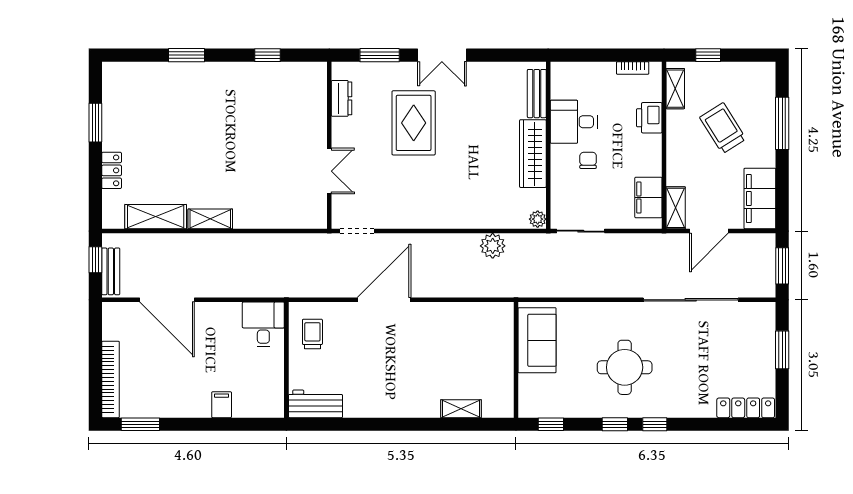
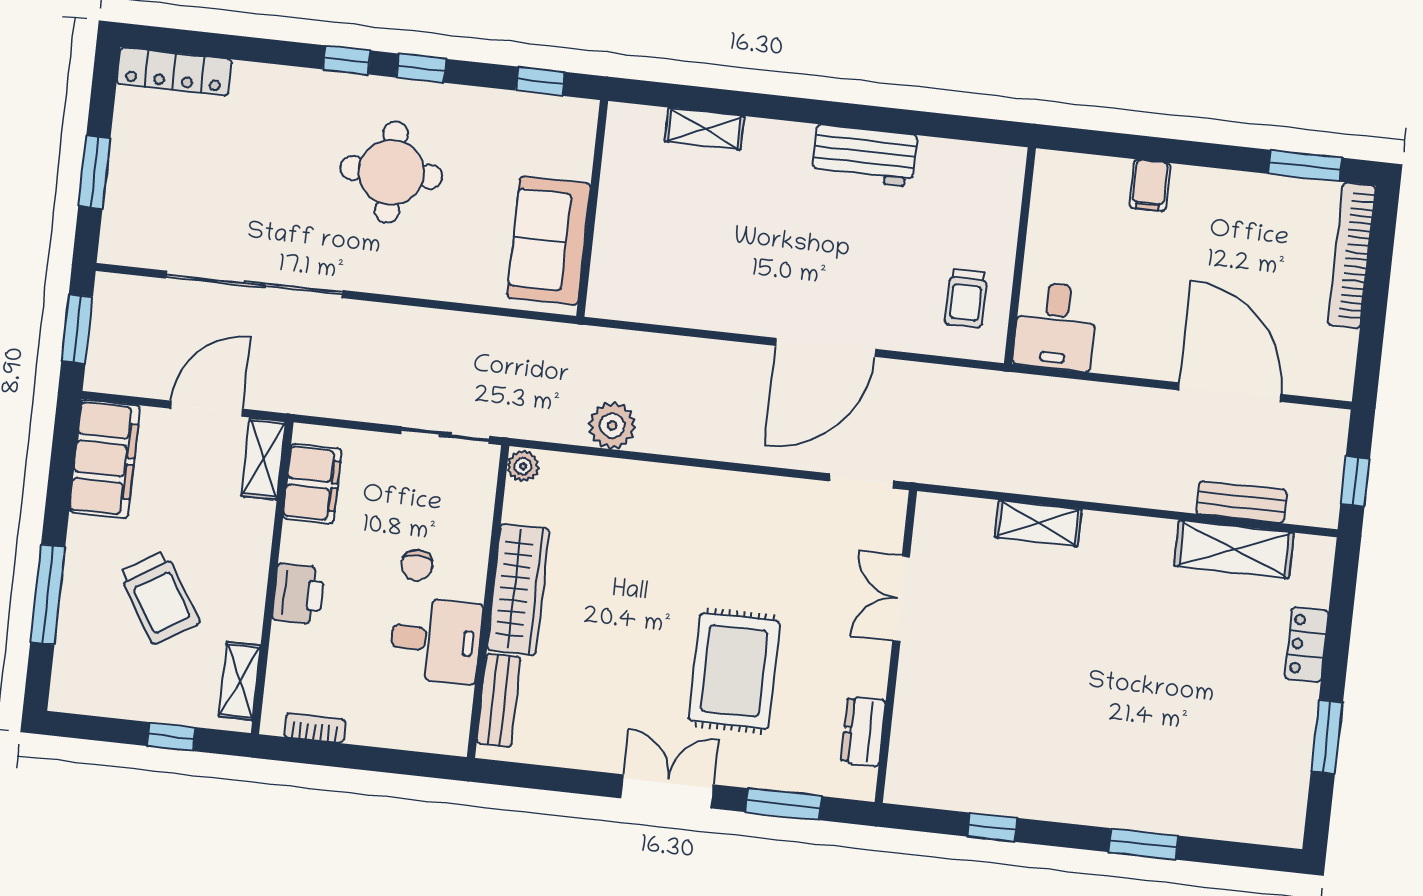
printer: (649, 118) -> (298, 594), moved
shelving: (210, 219) -> (1038, 523), moved
bench: (111, 271) -> (1242, 502), moved, turned 90
workbench: (315, 404) -> (864, 155), moved

